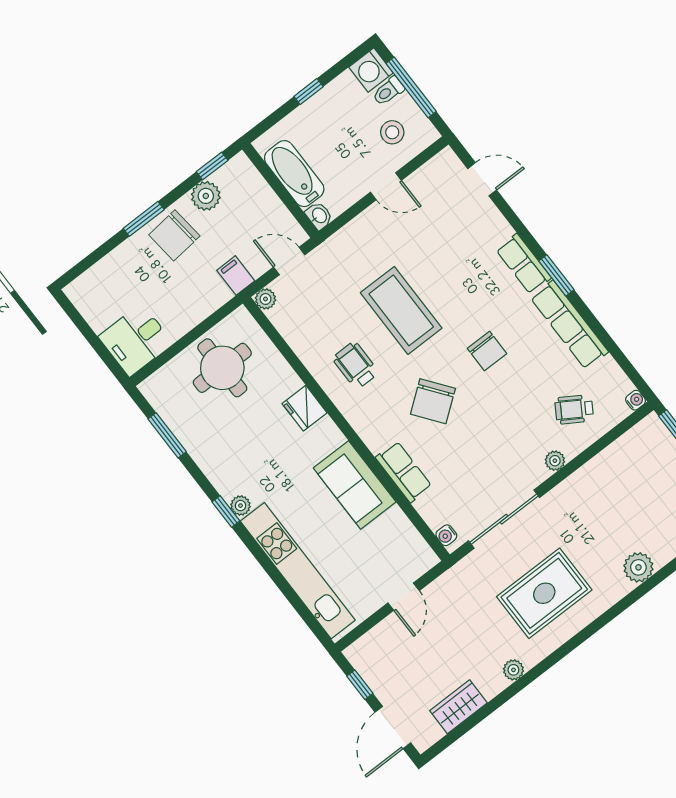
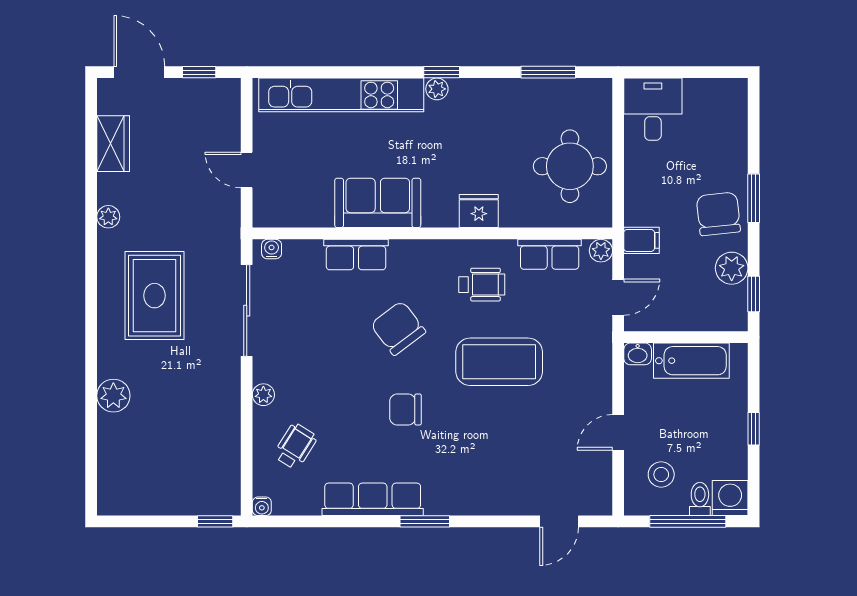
row of seats: (524, 264) -> (550, 254), moved, turned 180

